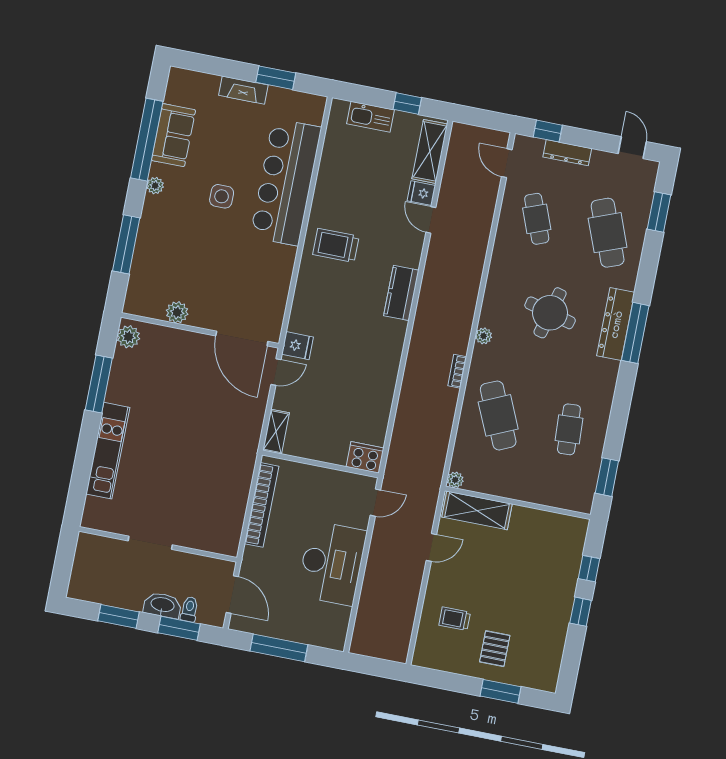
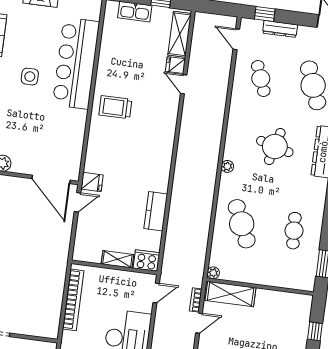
kitchen counter: (401, 293) -> (156, 211), moved
bookcase: (457, 371) -> (196, 300), moved
shelving: (276, 432) -> (117, 259), moved, turned 90

